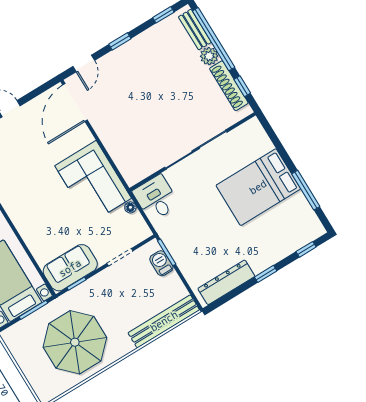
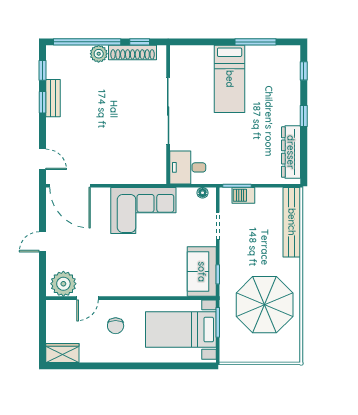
bench: (195, 30) -> (53, 98), moved, turned 90
window: (120, 41) -> (42, 102), moved
bed: (258, 187) -> (230, 79), width x0.67
floor lamp: (130, 207) -> (203, 193), moved

